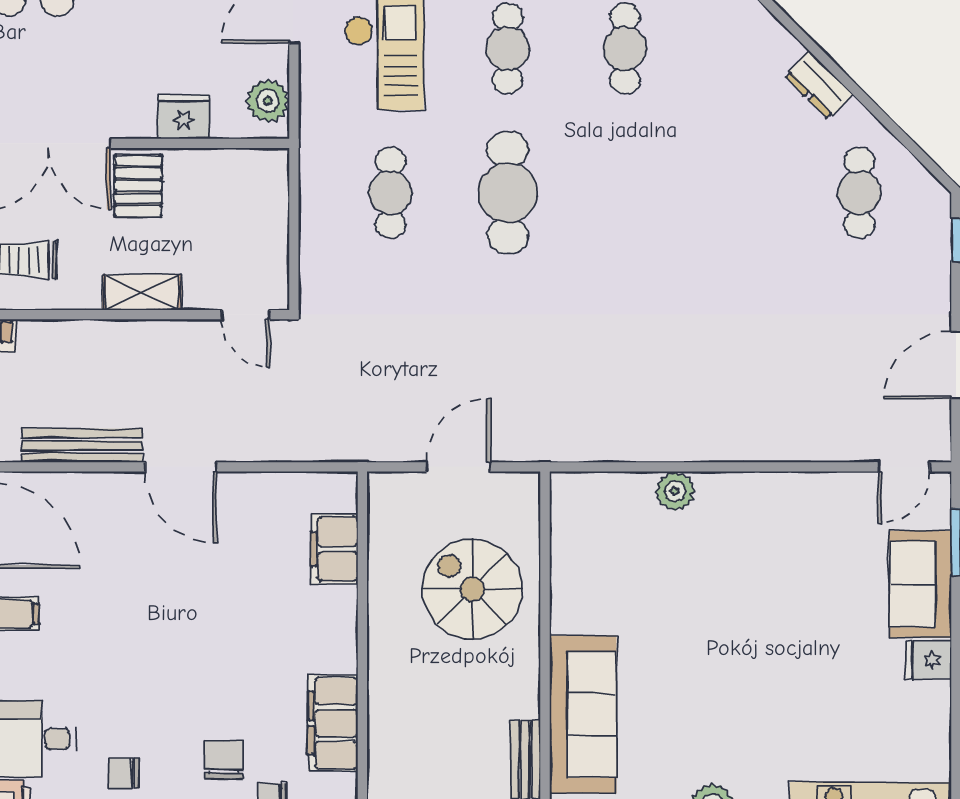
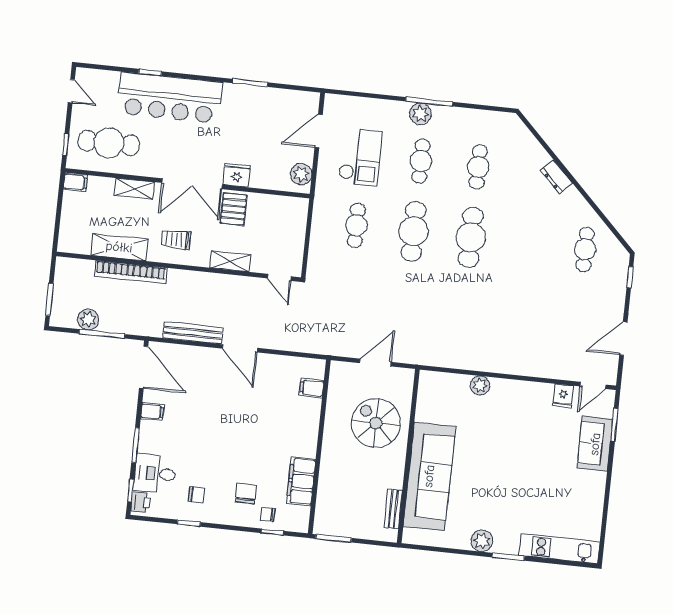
dresser: (819, 85) -> (556, 177), moved
fridge: (184, 117) -> (237, 175), moved
cafe table: (625, 193) -> (471, 237), added
filing cabinet: (335, 549) -> (312, 388), width x0.50
fridge: (929, 660) -> (563, 396), moved, turned -90
sofa: (583, 714) -> (429, 476), width x1.36, depth x1.27
chair: (124, 773) -> (196, 495), turned 180

